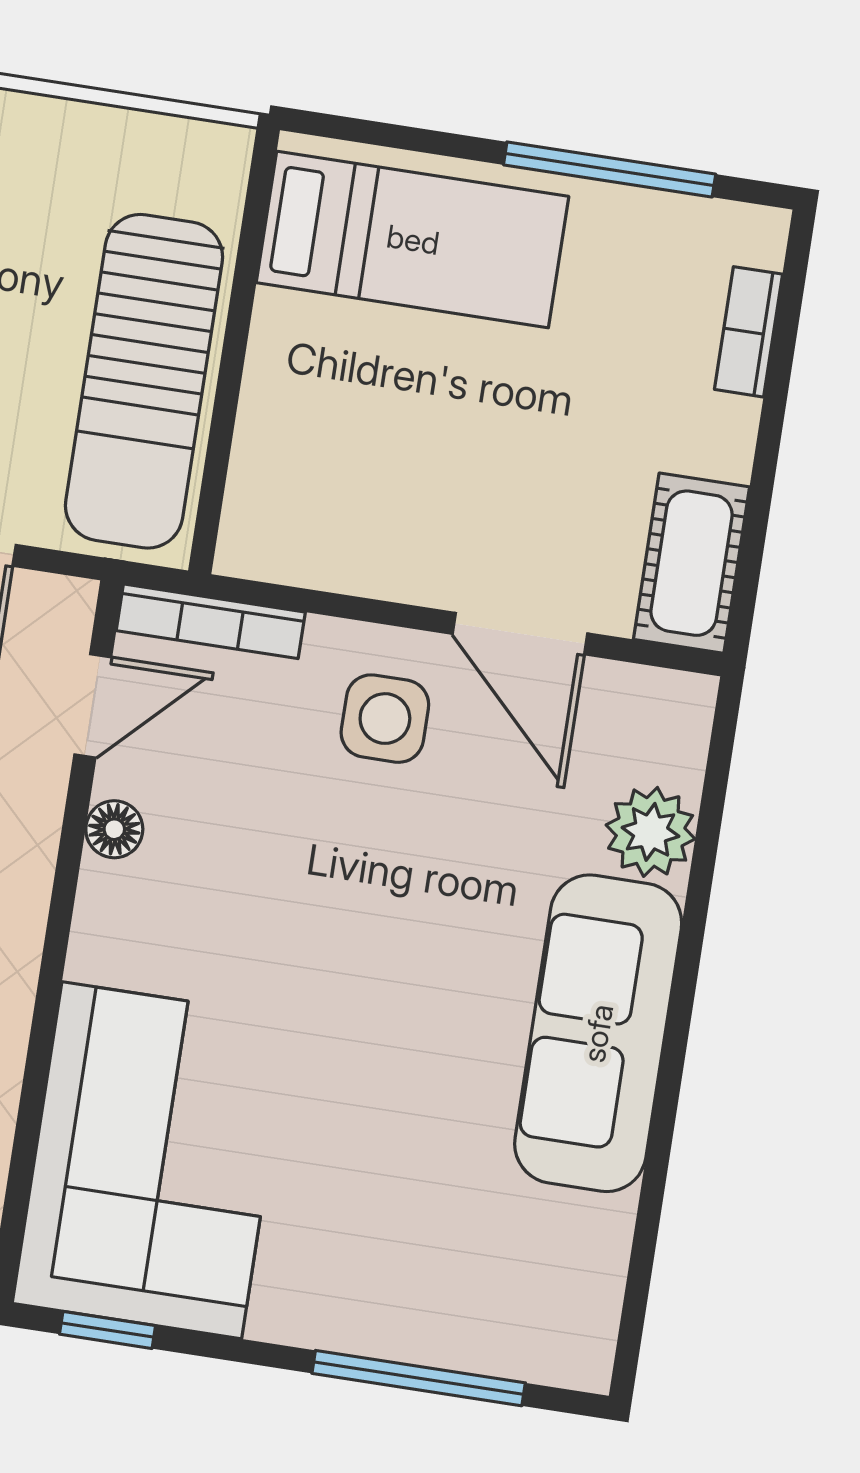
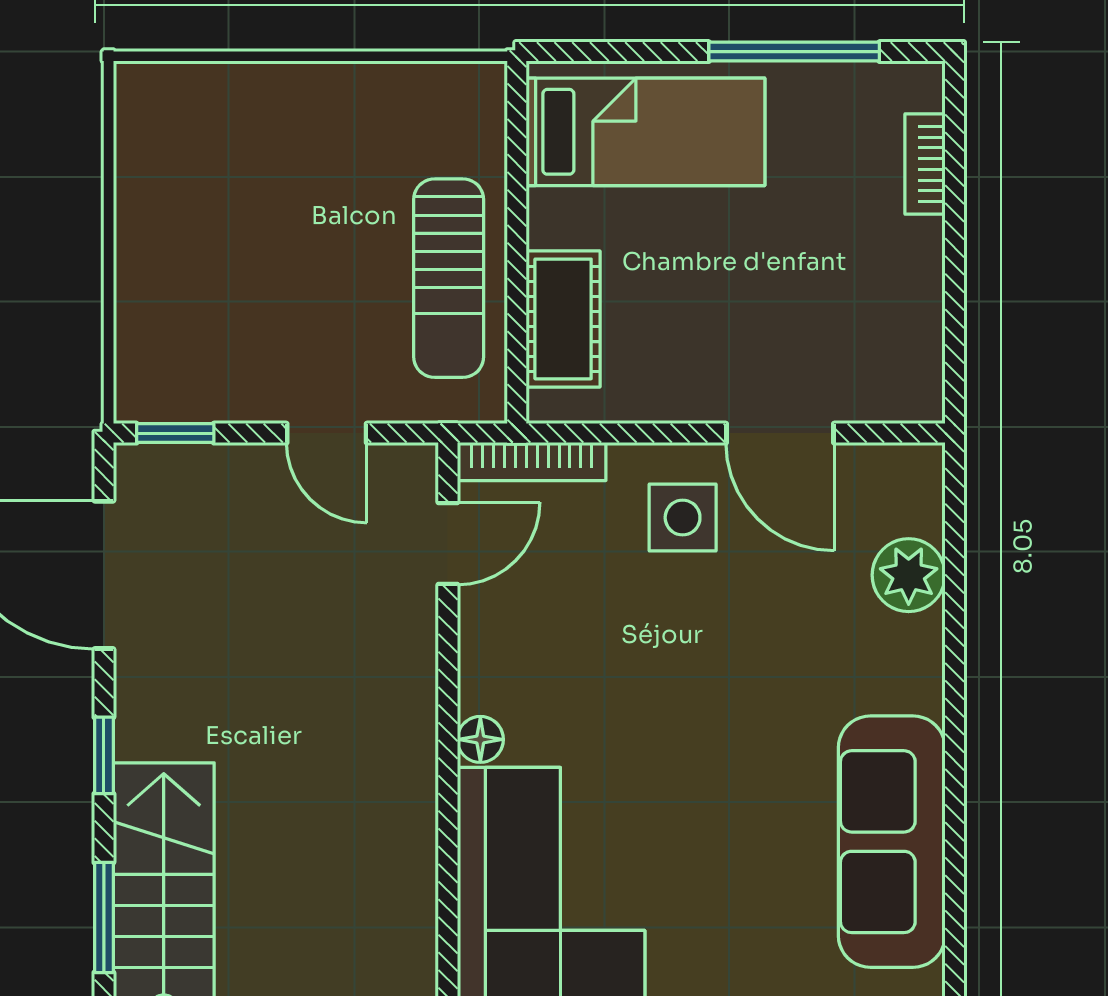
sun lounger: (144, 381) -> (449, 278), width x0.73, depth x0.75
cot: (692, 563) -> (563, 319), moved
floor lamp: (114, 829) -> (480, 739), moved
sofa: (598, 1033) -> (892, 842), moved

